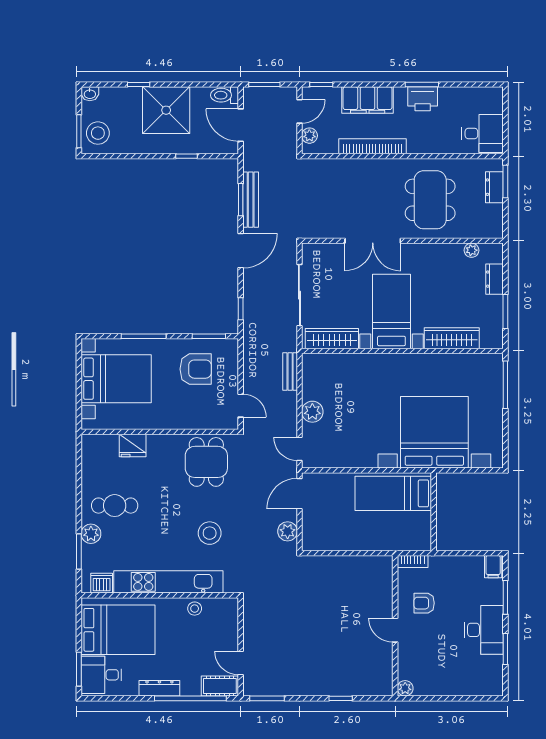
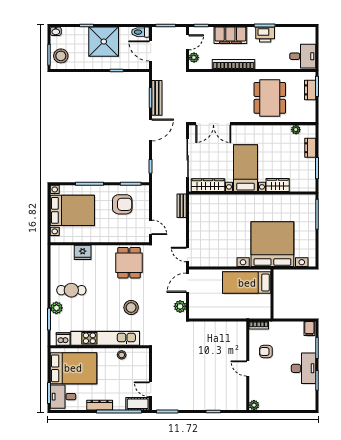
double door: (373, 241) -> (213, 124), moved
wardrobe: (452, 338) -> (278, 185), width x0.67
plant: (312, 412) -> (196, 231), removed

